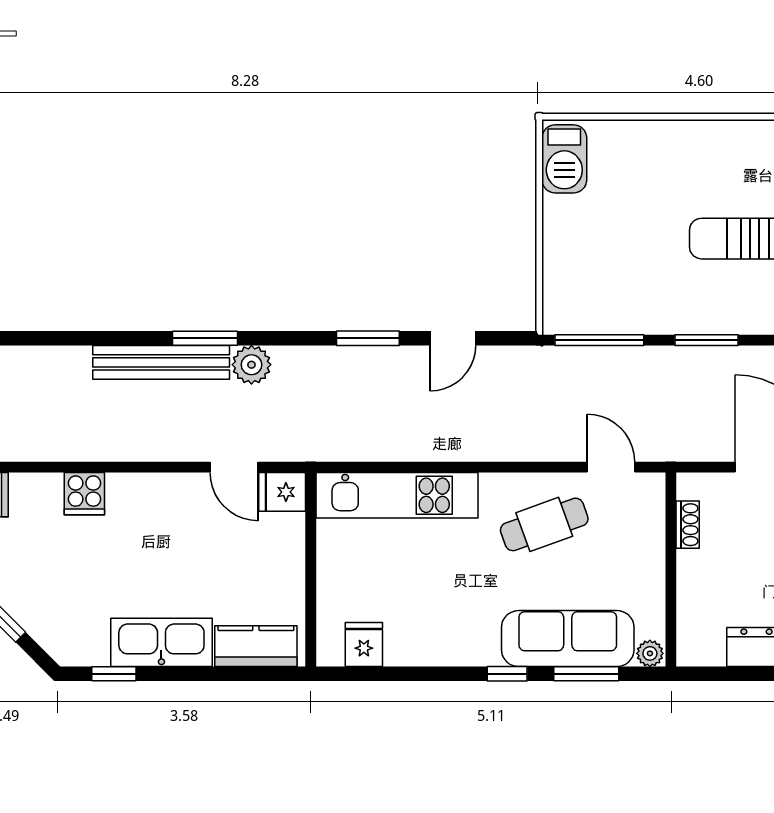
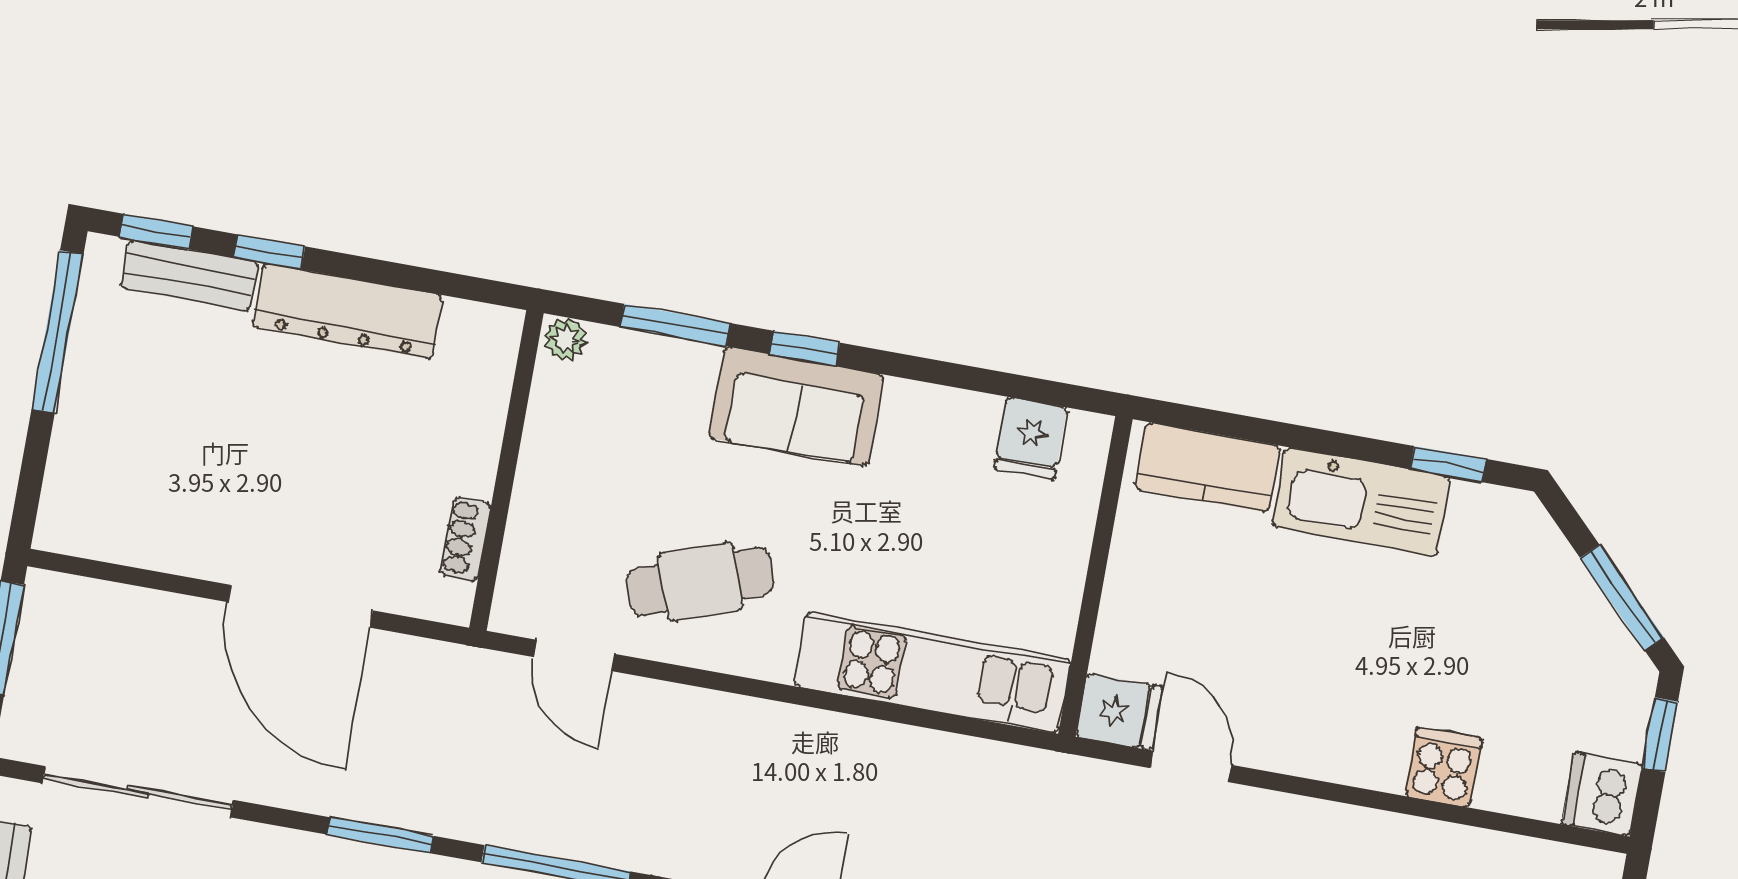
sofa: (568, 639) -> (796, 406), moved, width x0.73

